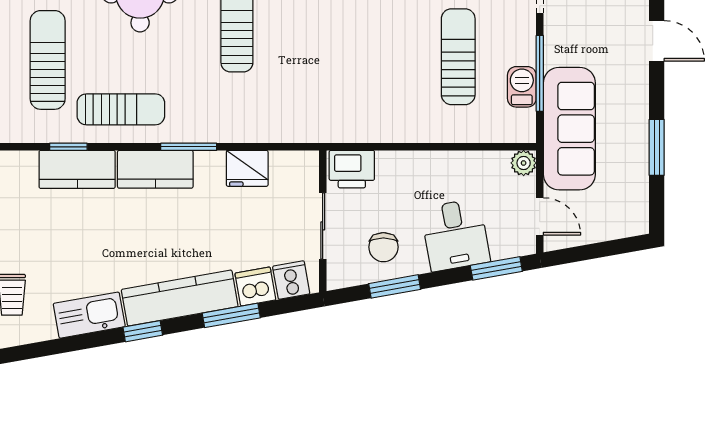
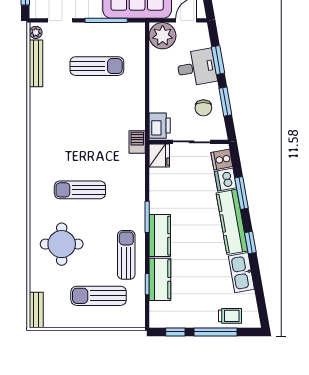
sun lounger: (458, 57) -> (97, 66), turned 180
barbecue: (522, 87) -> (137, 142), moved, turned 90
plant: (524, 163) -> (163, 36), width x1.88, depth x1.88
fridge: (247, 168) -> (159, 156), moved
chair: (383, 247) -> (203, 108), turned 90
window: (496, 268) -> (218, 60), moved

